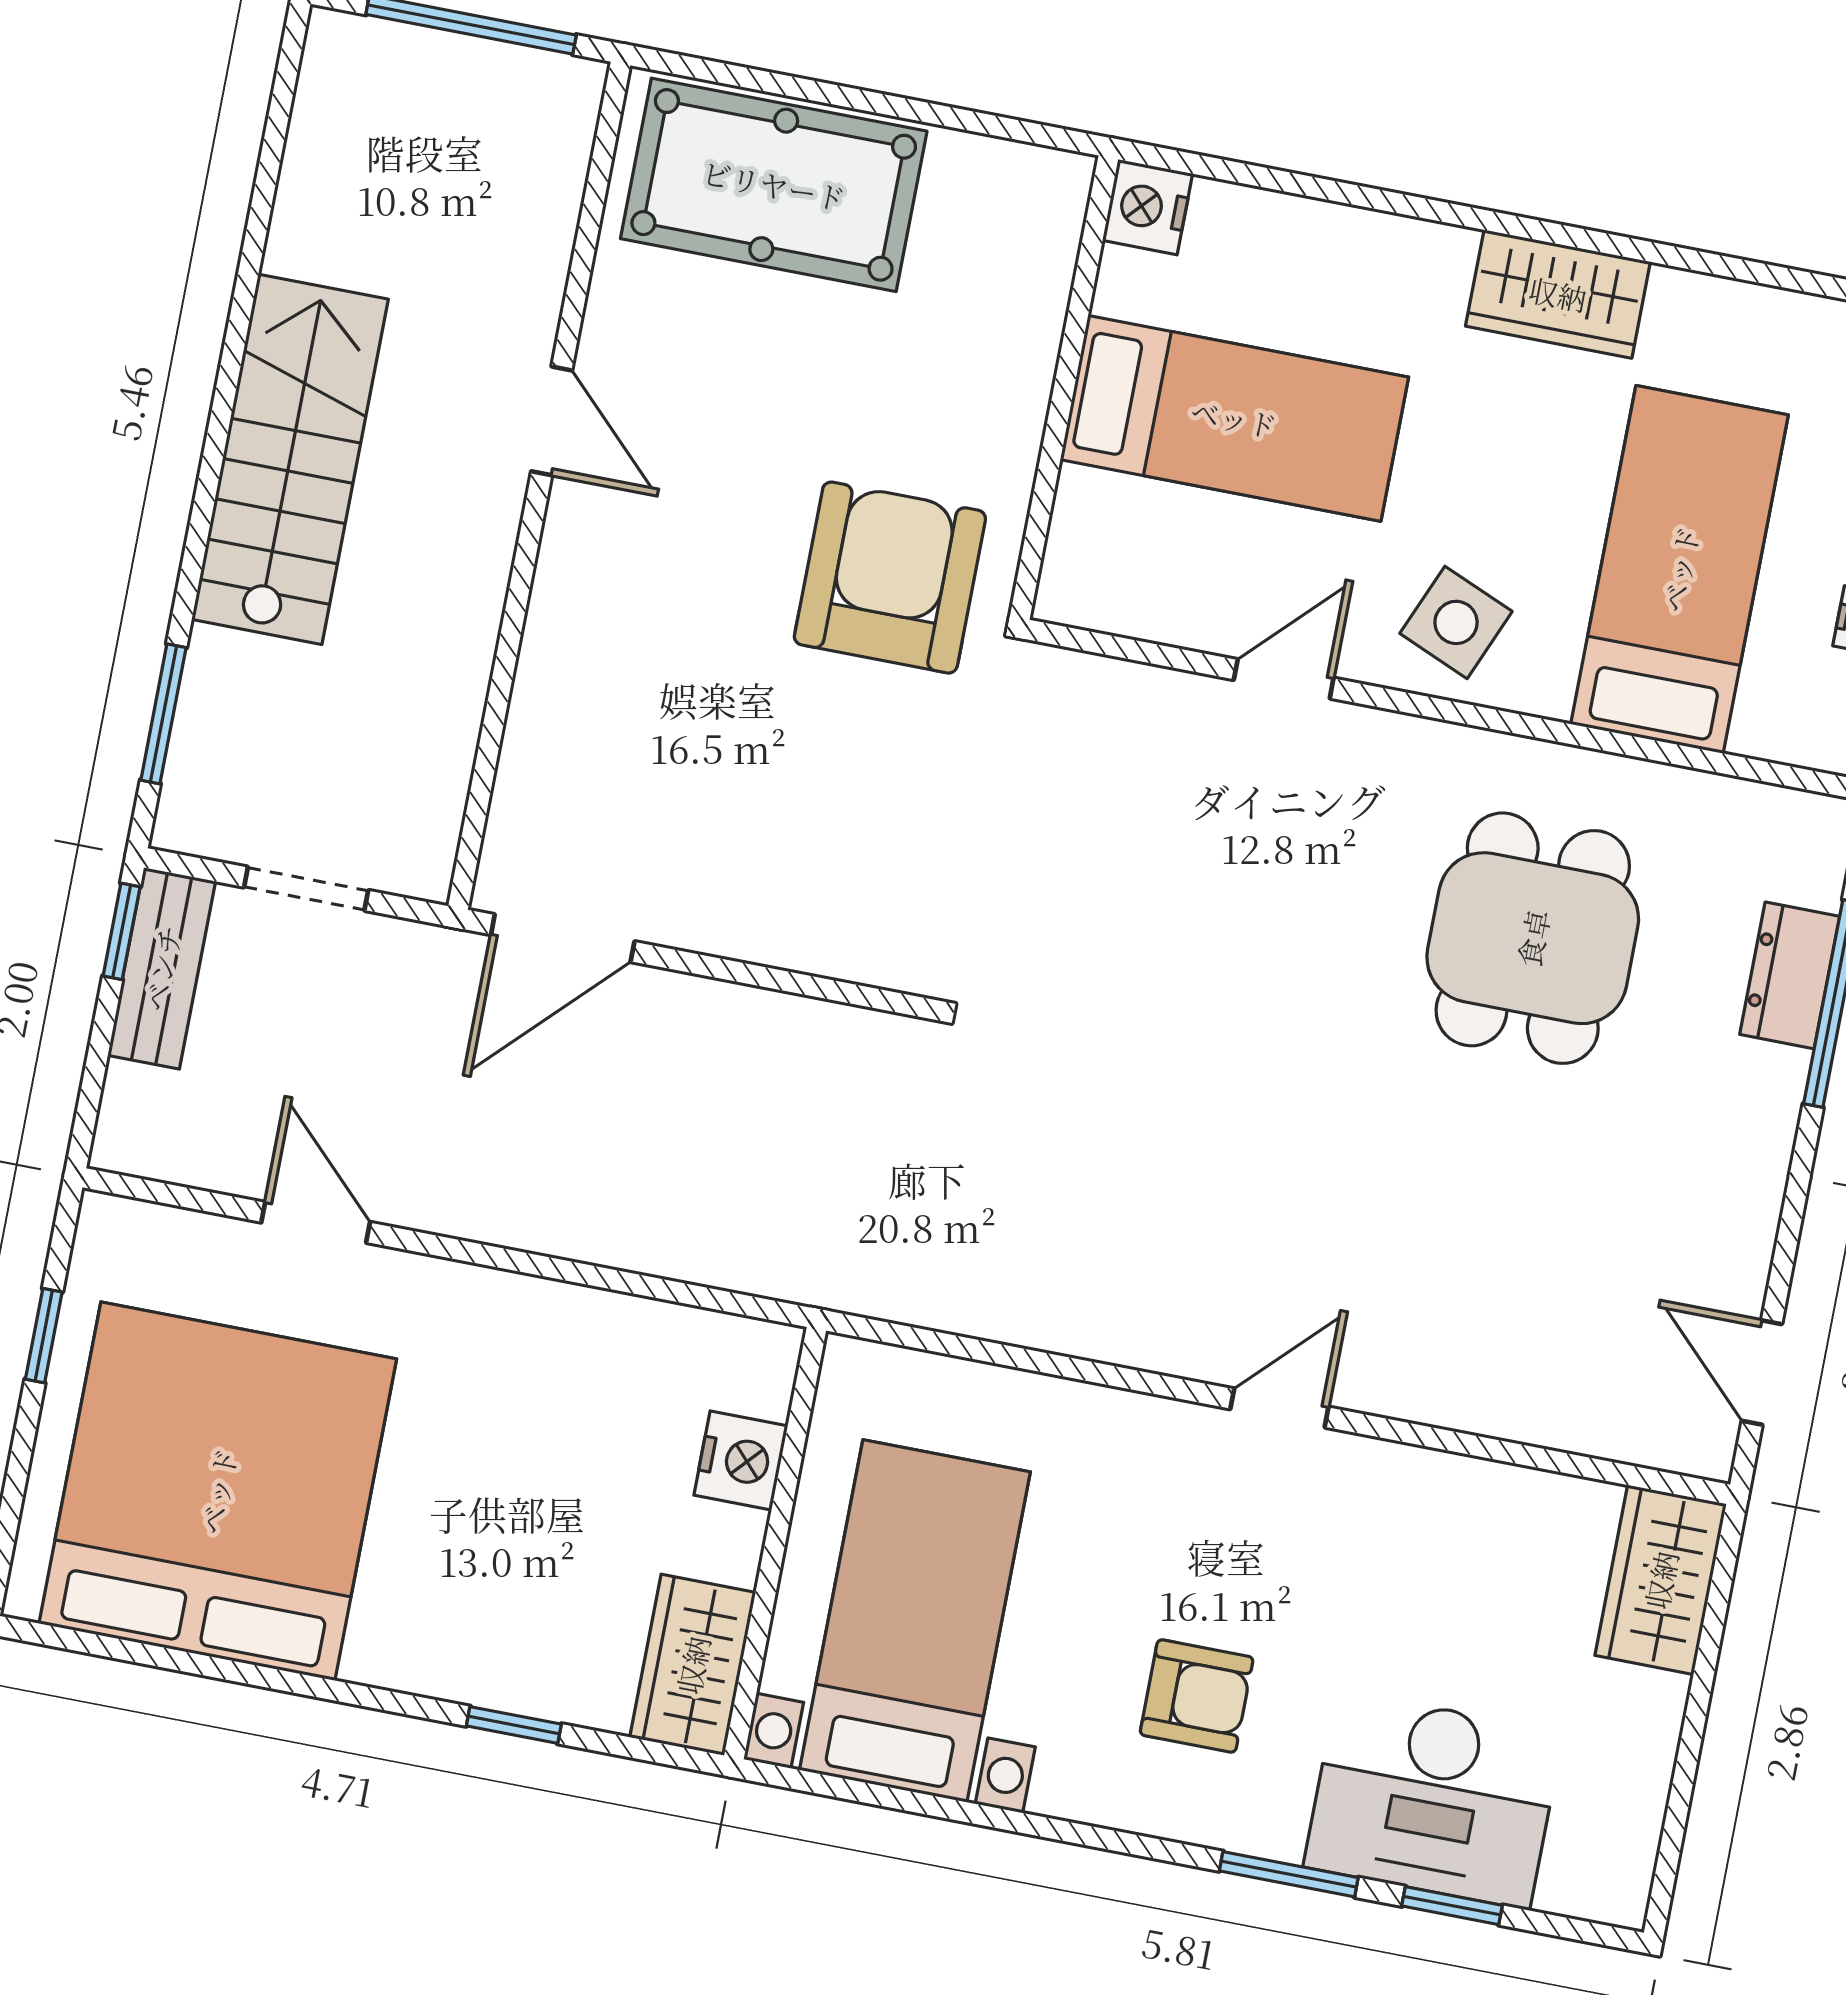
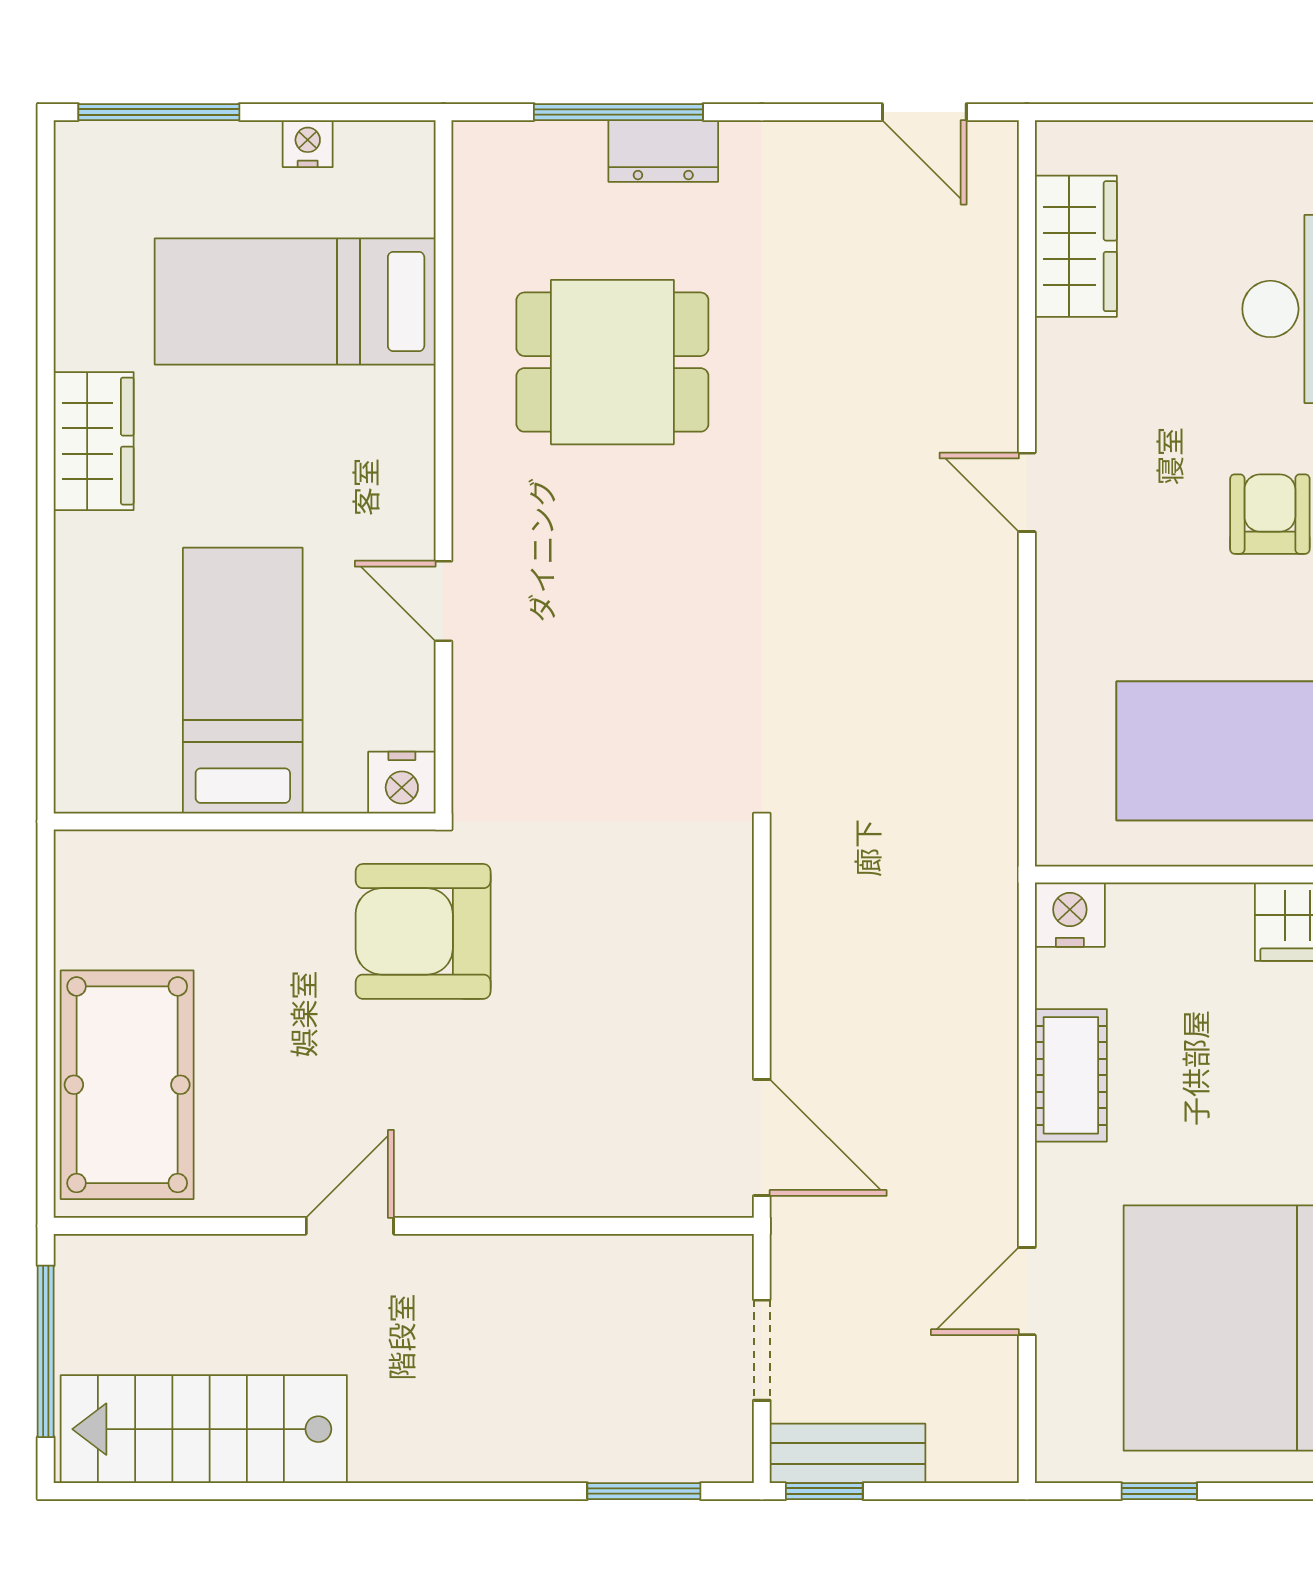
nightstand: (1147, 207) -> (402, 783), moved
stairs: (290, 459) -> (204, 1429), moved
side table: (1456, 622) -> (372, 472), removed
dresser: (1790, 975) -> (663, 151), moved
cot: (566, 1326) -> (1071, 1075), added
door: (1762, 1373) -> (924, 112), hinge flipped
nightstand: (741, 1461) -> (1070, 915), moved
wardrobe: (1661, 1580) -> (1076, 246), moved, turned -90

